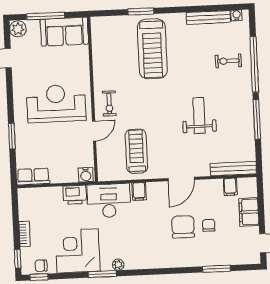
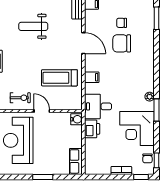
desk: (109, 201) -> (98, 106), width x0.73

